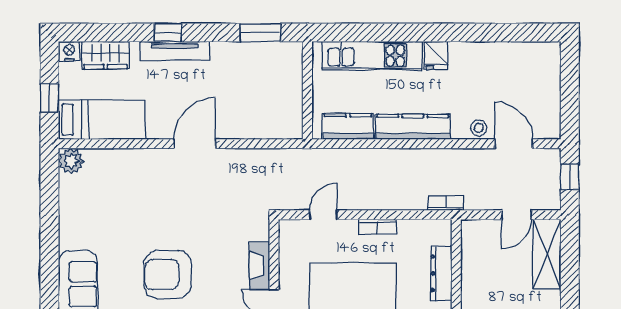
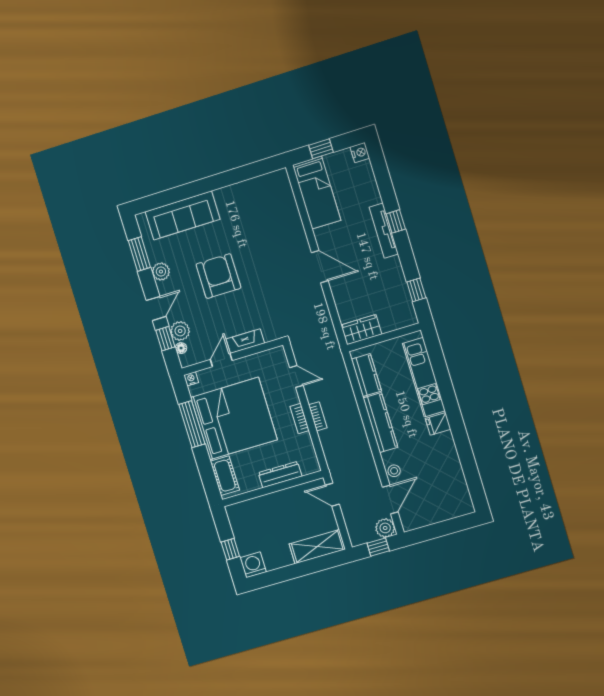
window: (260, 33) -> (416, 290), width x0.67
wardrobe: (106, 55) -> (361, 330), moved, turned 90
plant: (71, 161) -> (385, 528), moved
bookcase: (446, 203) -> (318, 416), moved
door: (517, 215) -> (332, 495), moved

